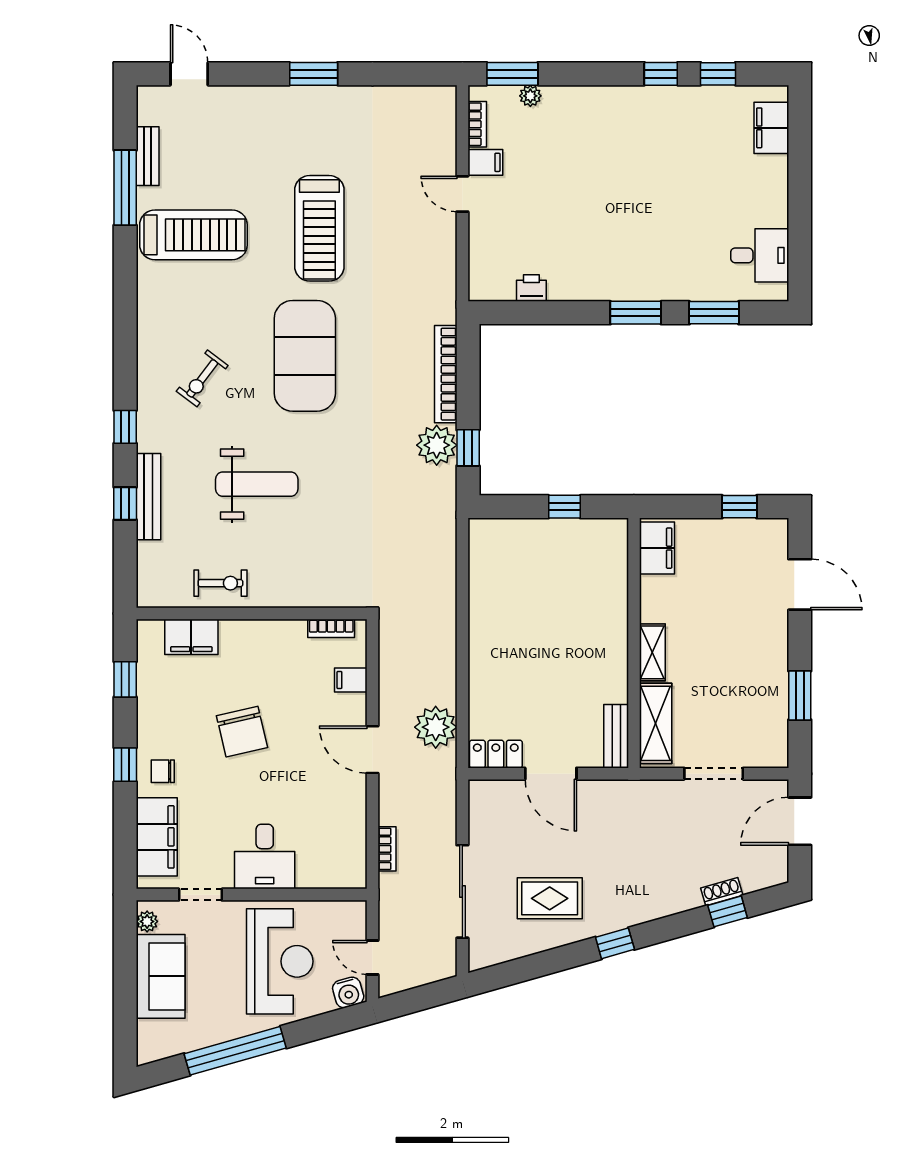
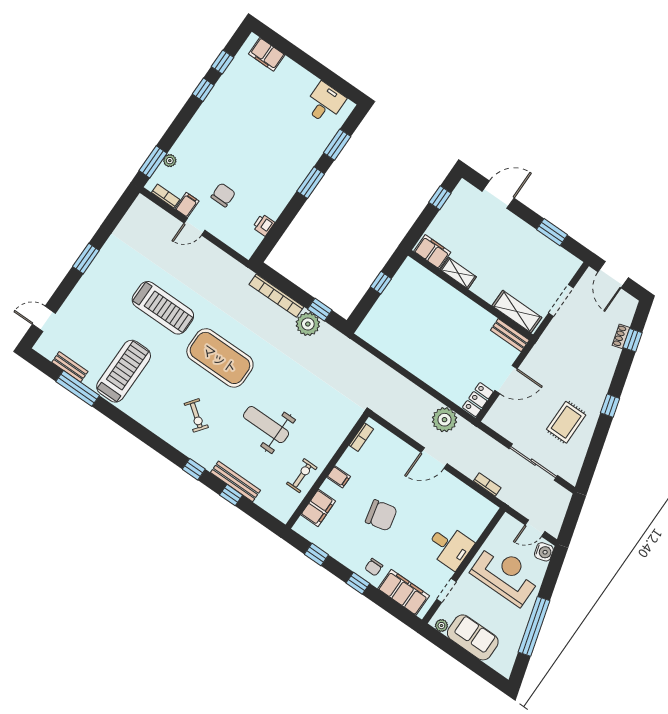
chair: (534, 203) -> (223, 195), added
weight bench: (257, 484) -> (266, 425), turned -90
shelving: (652, 652) -> (458, 273), moved
filing cabinet: (351, 680) -> (339, 477), moved, turned -90

